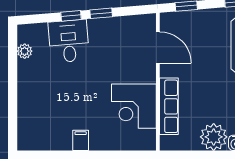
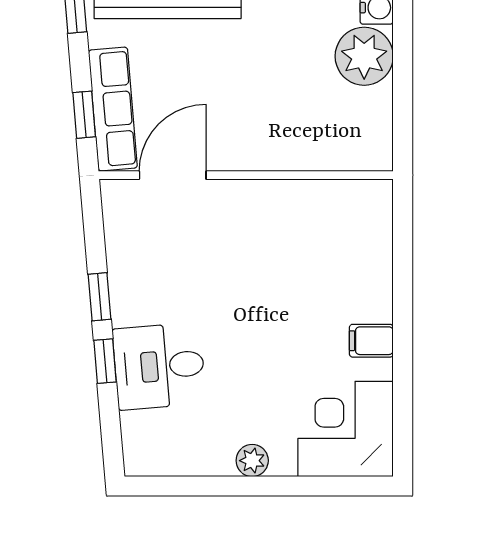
plant: (25, 51) -> (252, 461), moved
corner desk: (134, 106) -> (346, 429), moved, turned 180
row of seats: (169, 106) -> (113, 109), moved, turned 85

